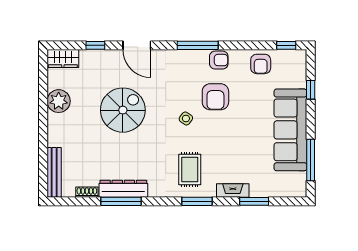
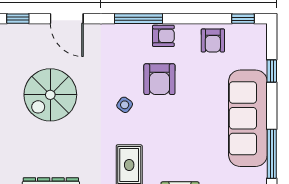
spiral stairs: (123, 110) -> (50, 95), turned 180

